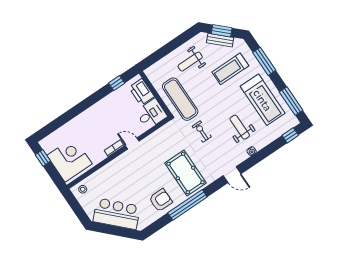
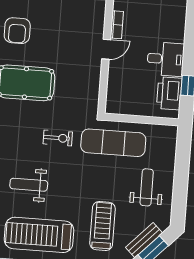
printer: (142, 92) -> (169, 93), moved, turned -90
desk: (151, 114) -> (166, 59), moved, turned -90
weight bench: (240, 127) -> (29, 185), turned 180

